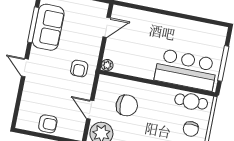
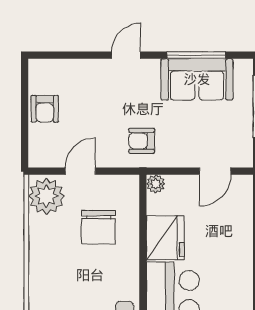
door: (107, 27) -> (215, 171), hinge flipped
fridge: (141, 66) -> (165, 238), added

